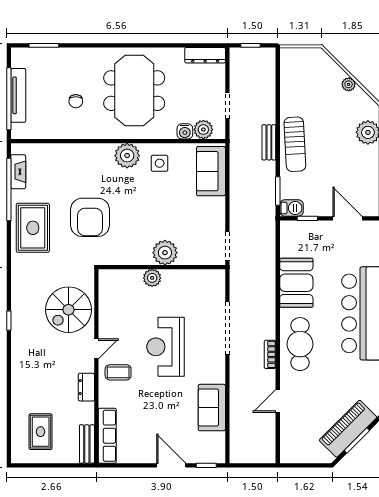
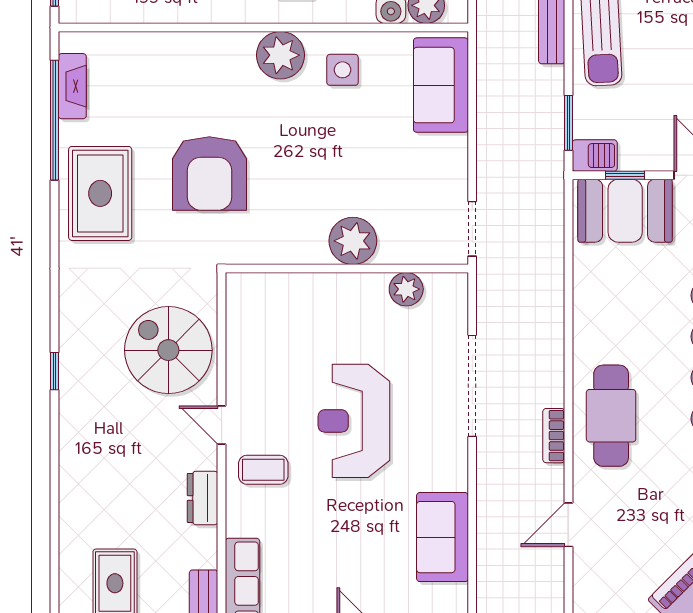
plant: (152, 278) -> (406, 289), moved
booth: (296, 283) -> (625, 211), moved, turned 90
spiral stairs: (68, 310) -> (168, 350), turned 90
door: (96, 349) -> (222, 425), swing flipped

